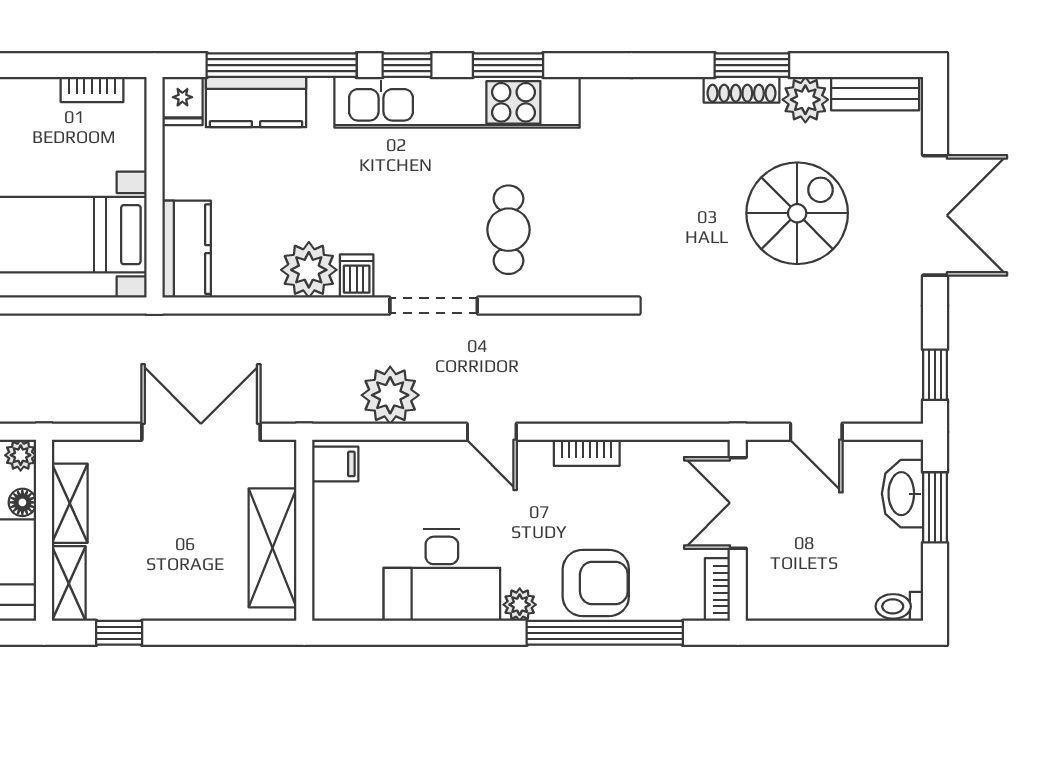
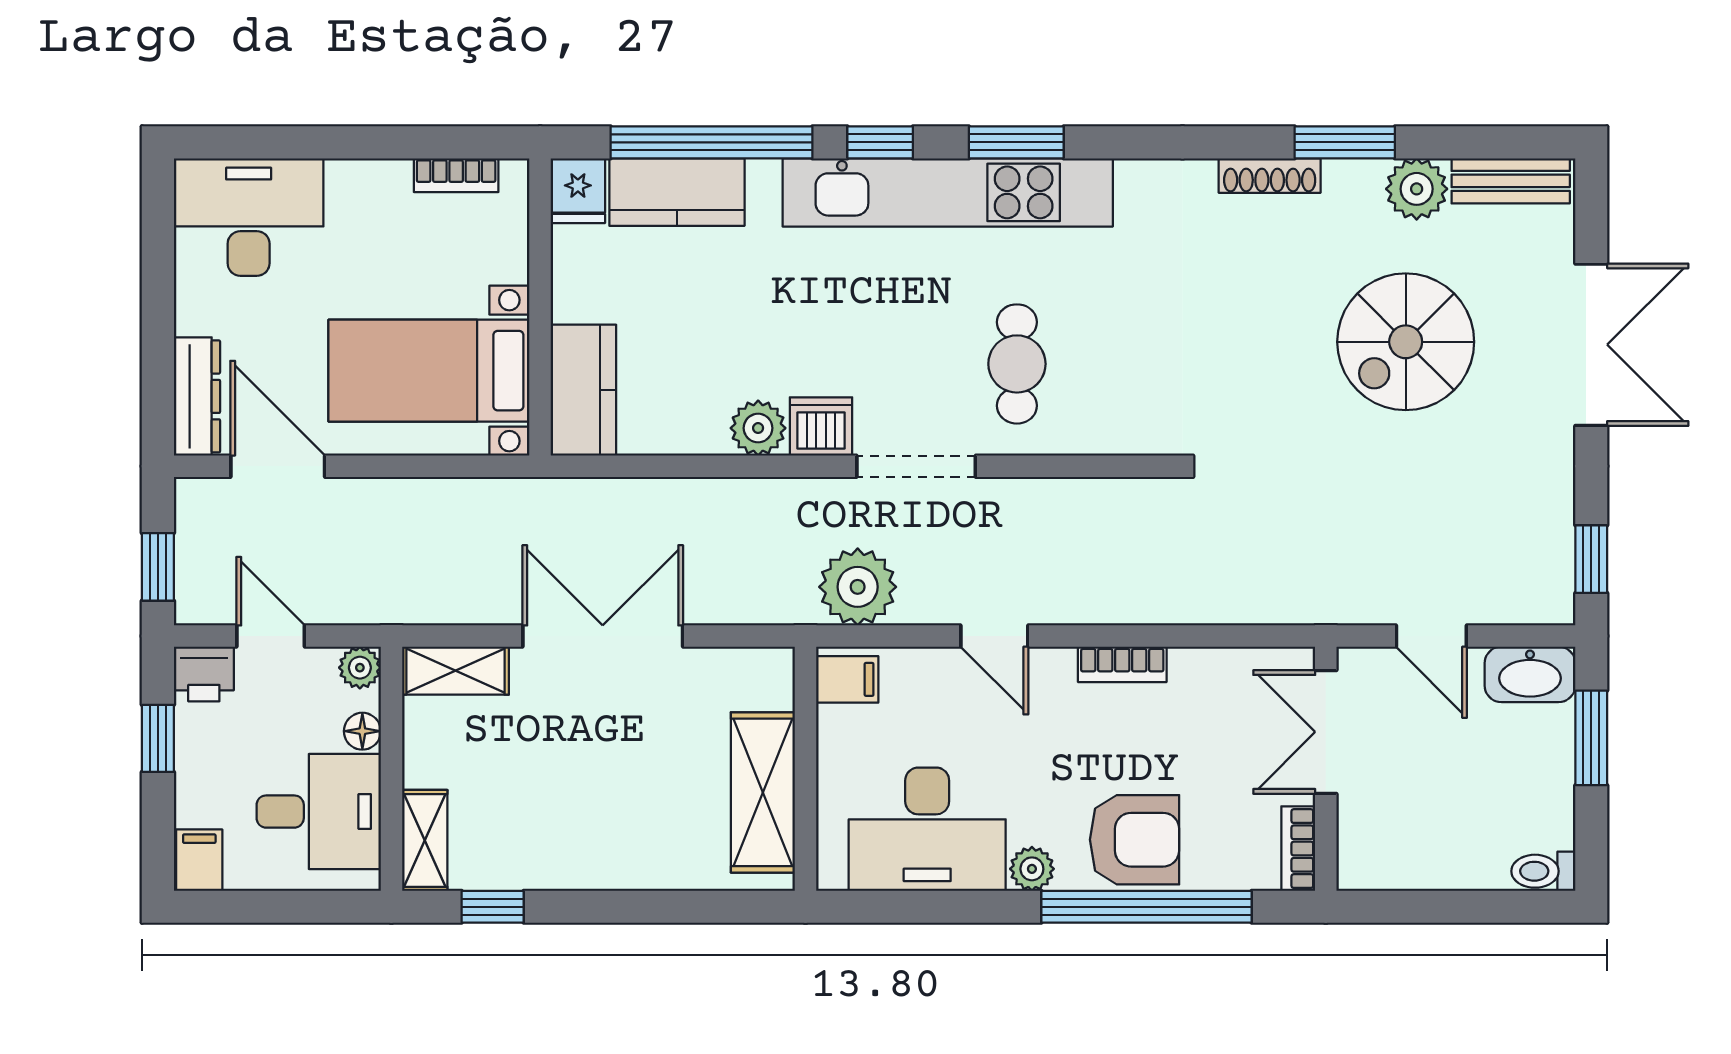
shoe rack: (742, 90) -> (1270, 176), moved
spiral stairs: (797, 213) -> (1406, 342), turned 180
plant: (309, 270) -> (758, 428), width x0.73, depth x0.73
dishwasher: (357, 276) -> (821, 426), width x1.38
filing cabinet: (335, 464) -> (847, 679), moved
washbasin: (903, 494) -> (1530, 674), moved, turned -90
shelving: (70, 503) -> (455, 671), moved, turned 90
wall: (304, 530) -> (806, 769), moved
shelving: (273, 548) -> (763, 792), moved

